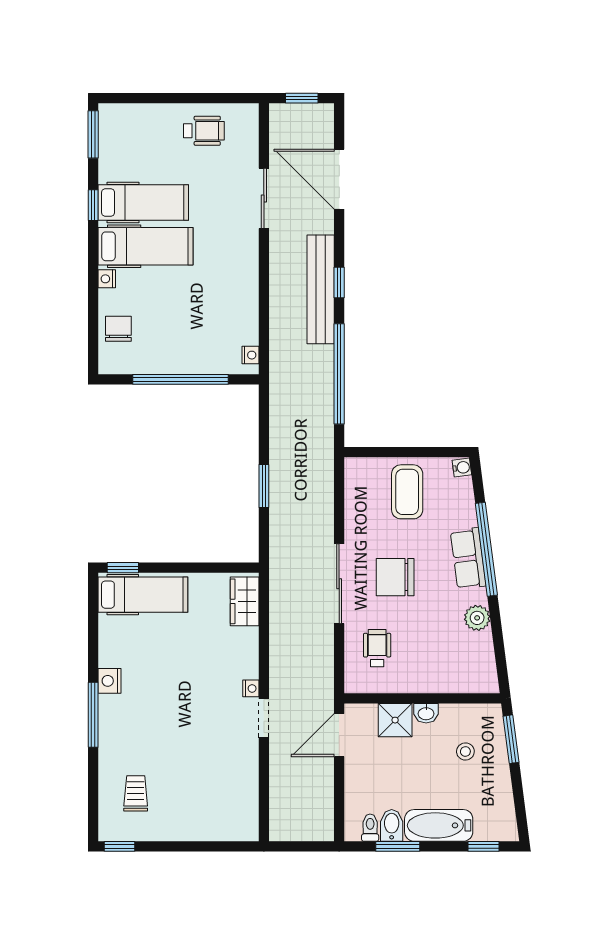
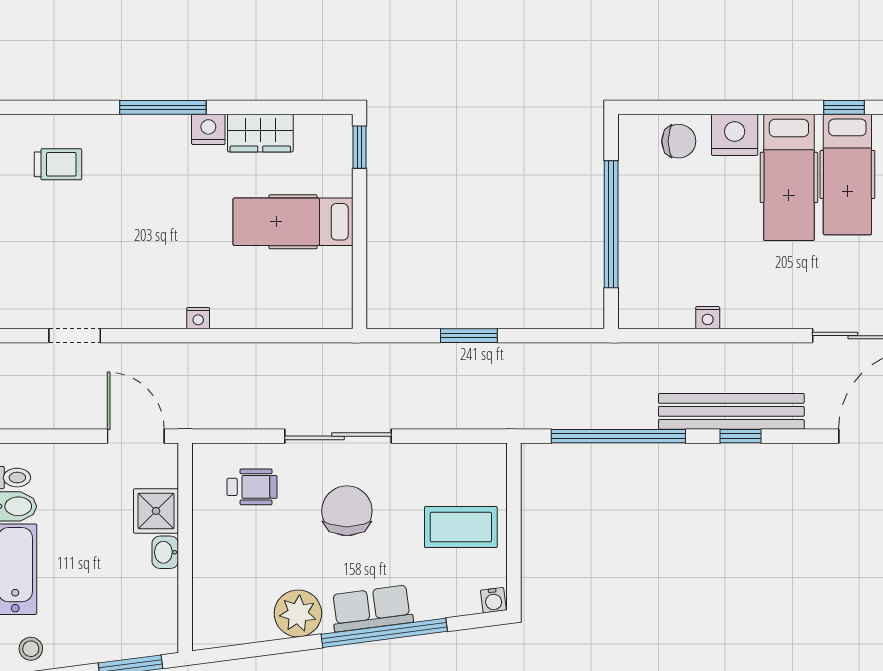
nightstand: (107, 279) -> (735, 135), width x1.89, depth x1.79
nightstand: (250, 355) -> (708, 318), moved
hospital bed: (143, 595) -> (293, 222), moved, turned 90
wardrobe: (245, 601) -> (260, 133), moved, turned 180
plant: (477, 618) -> (298, 613), width x1.36, depth x1.36
doorway: (264, 718) -> (75, 336), moved
stool: (465, 752) -> (31, 649), moved

